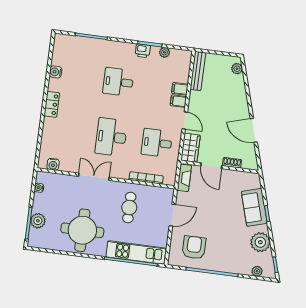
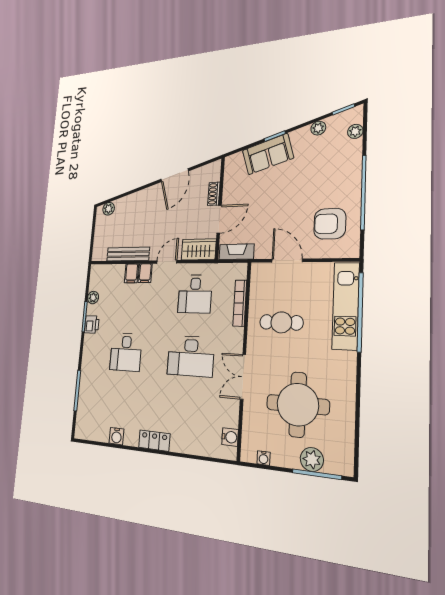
bench: (198, 71) -> (128, 254), moved
round table: (82, 230) -> (298, 405), moved
plant: (260, 242) -> (318, 128), width x0.53, depth x0.53

